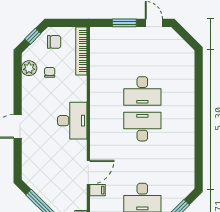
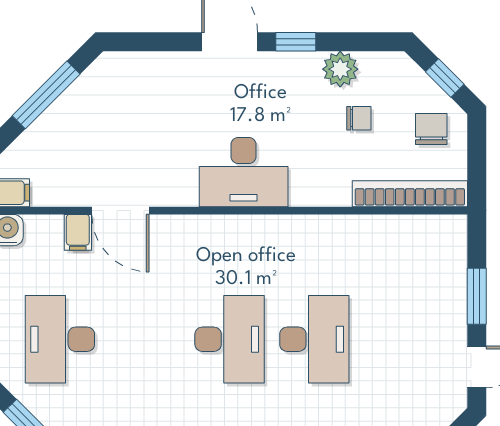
chair: (54, 42) -> (431, 129), turned 180
plant: (29, 68) -> (340, 69), moved
desk: (142, 91) -> (314, 339), turned 180
window: (18, 99) -> (296, 42), added

